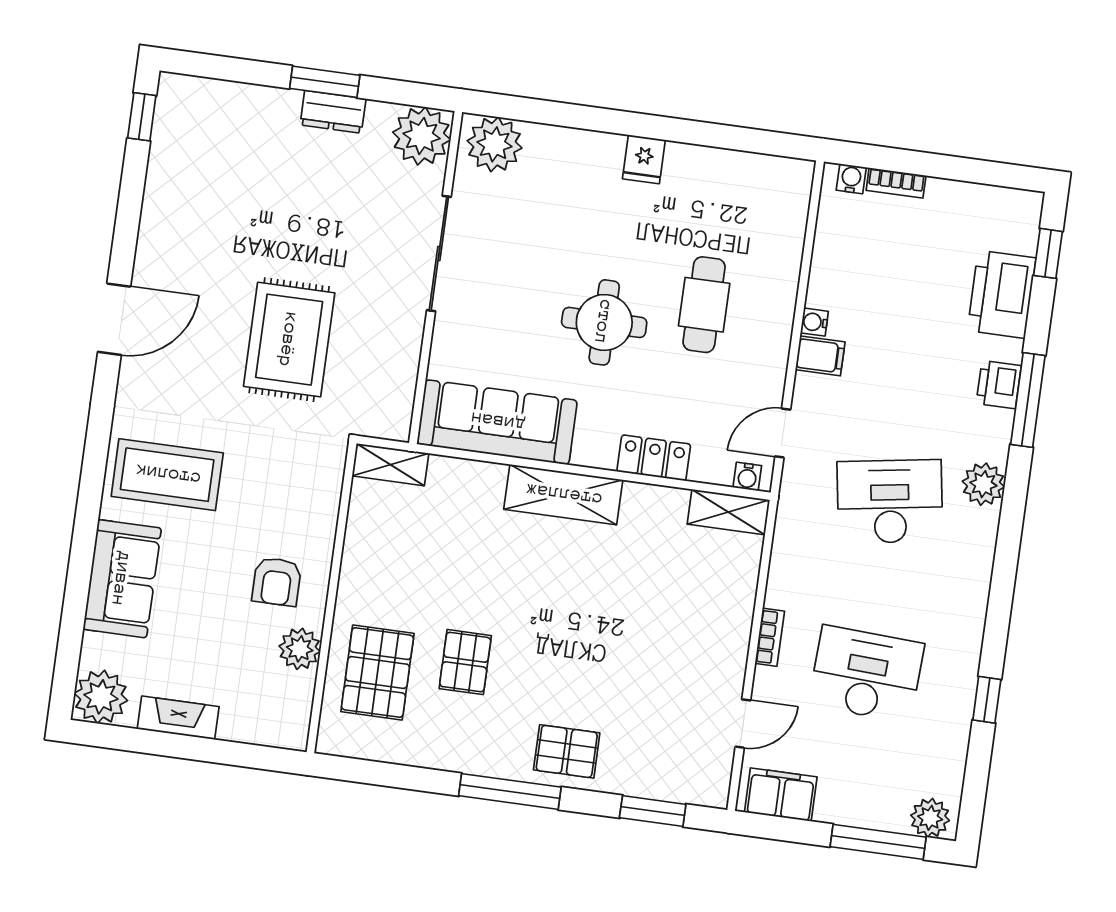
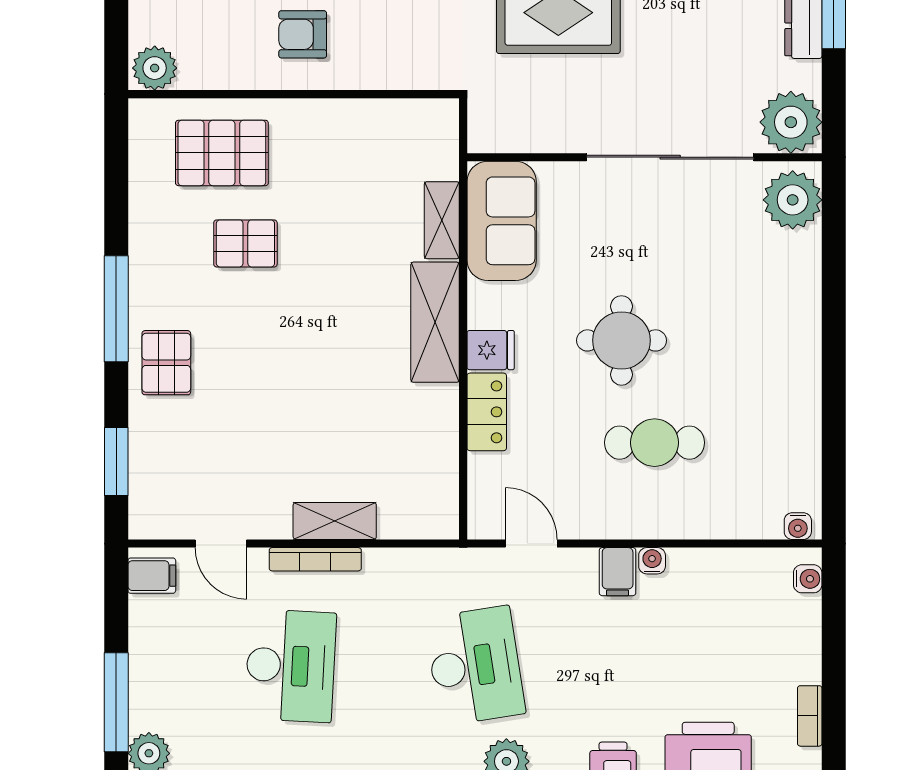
fridge: (644, 159) -> (491, 350), moved, turned 180
bookcase: (896, 183) -> (810, 716), moved
sliding door: (439, 253) -> (670, 157), width x1.36
sofa: (497, 422) -> (502, 221), width x0.73
shelving: (390, 465) -> (442, 220), moved
water cooler: (747, 476) -> (798, 526), moved, turned -90
shelving: (728, 512) -> (335, 521), moved, turned 90
bookcase: (770, 637) -> (315, 559), width x1.56
plant: (300, 649) -> (155, 68), moved
filing cabinet: (781, 795) -> (152, 576), width x0.50

